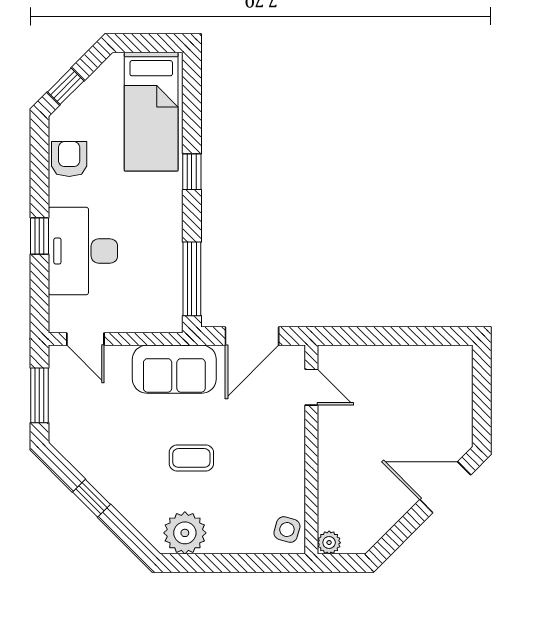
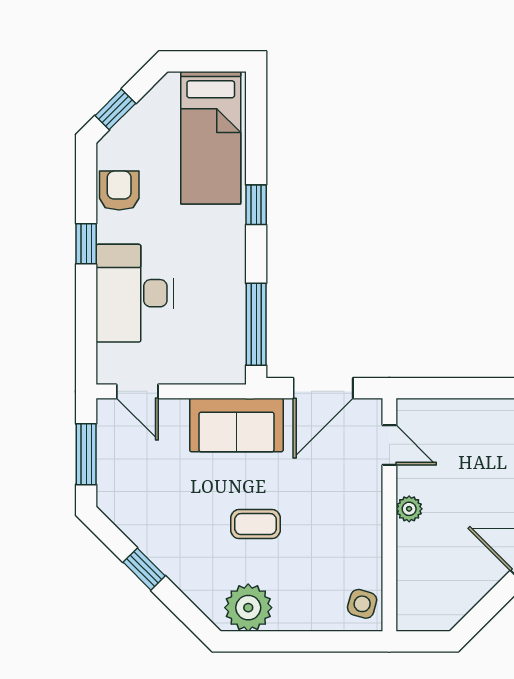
window: (39, 236) -> (86, 244), moved
plant: (329, 543) -> (409, 509), moved

